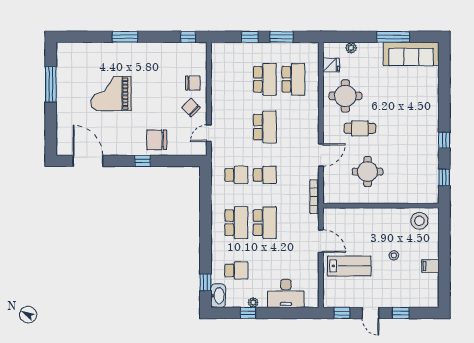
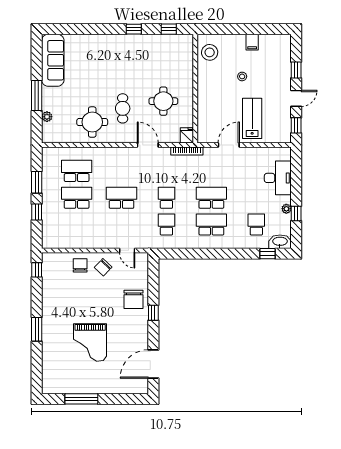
window: (393, 37) -> (37, 96), moved
fridge: (331, 65) -> (187, 135), moved

